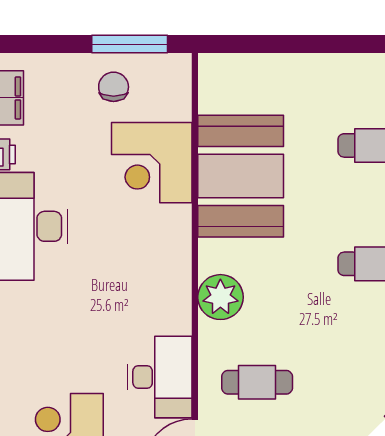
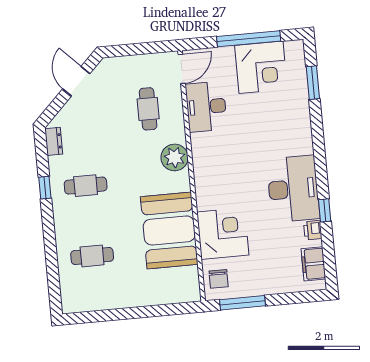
chair: (114, 87) -> (219, 279), moved
cafe table: (257, 382) -> (148, 109), turned 90

